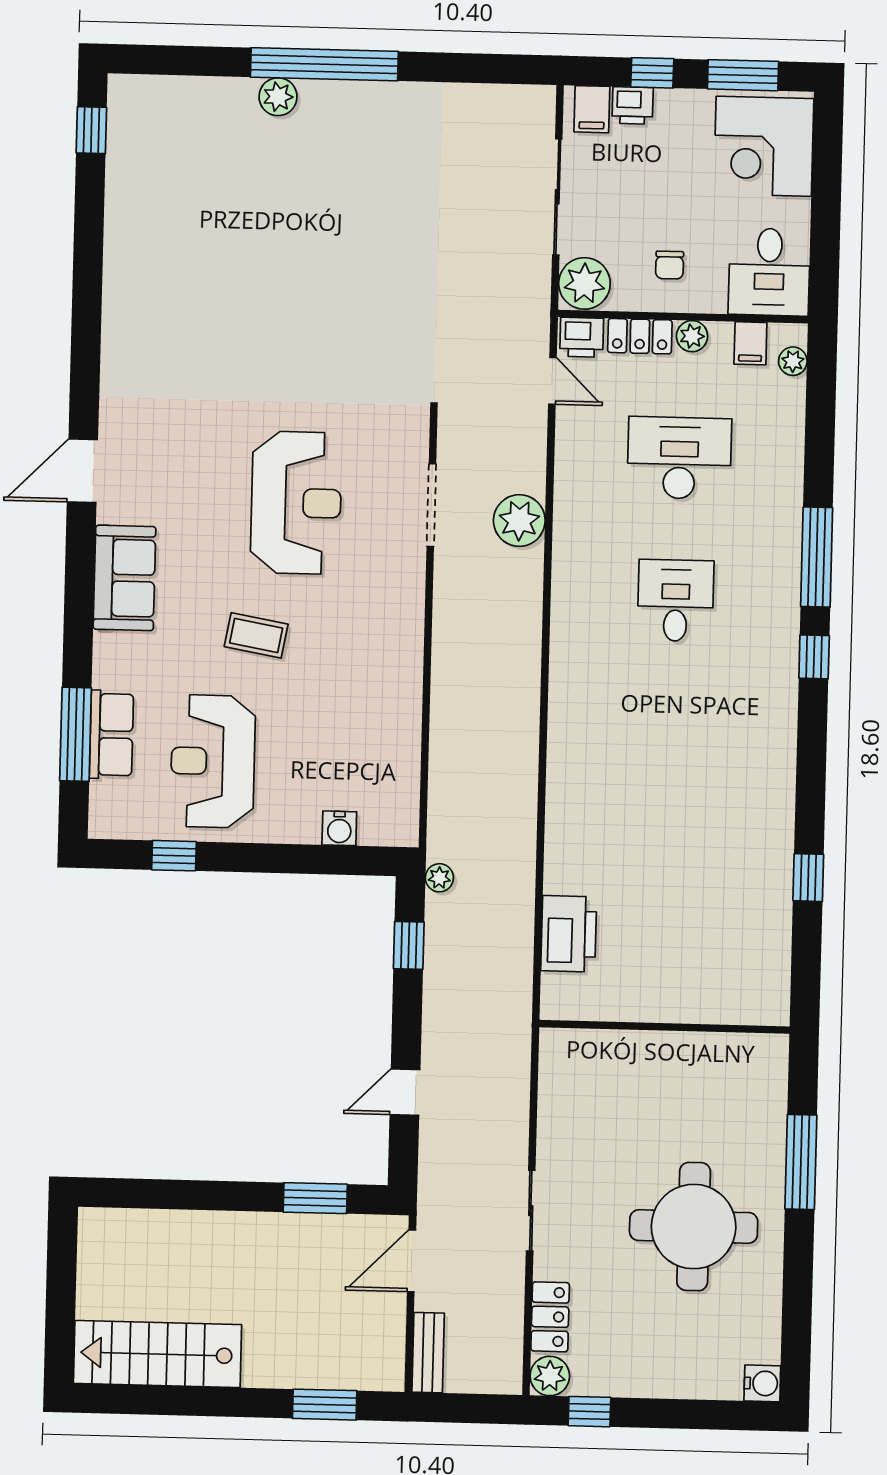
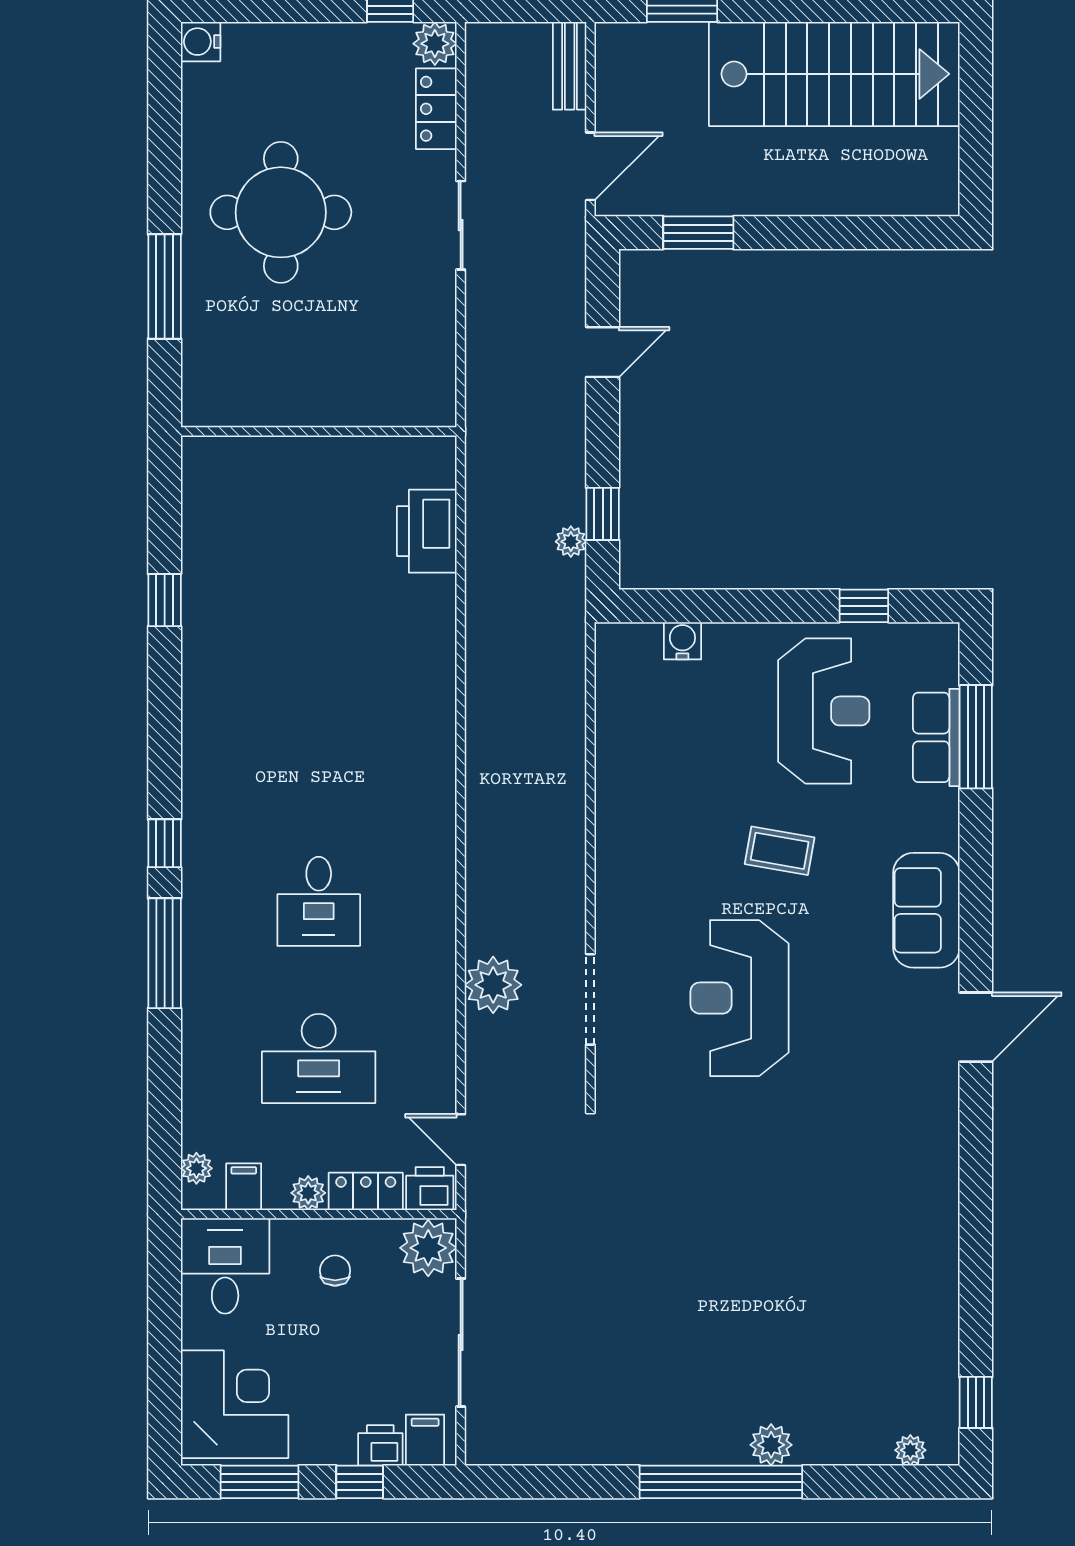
plant: (152, 88) -> (910, 1450), added
plant: (439, 878) -> (571, 542), moved
stairs: (157, 1354) -> (834, 74), width x1.36, depth x1.51

